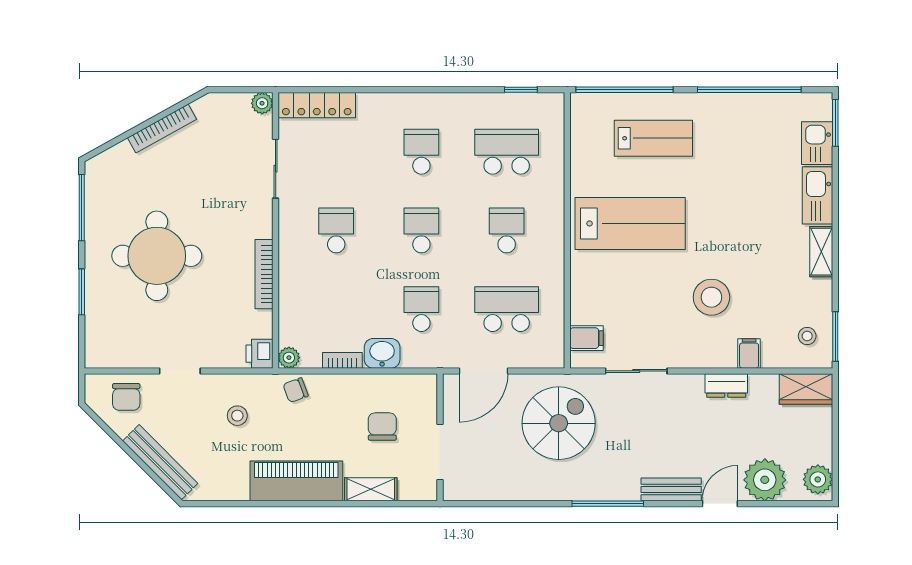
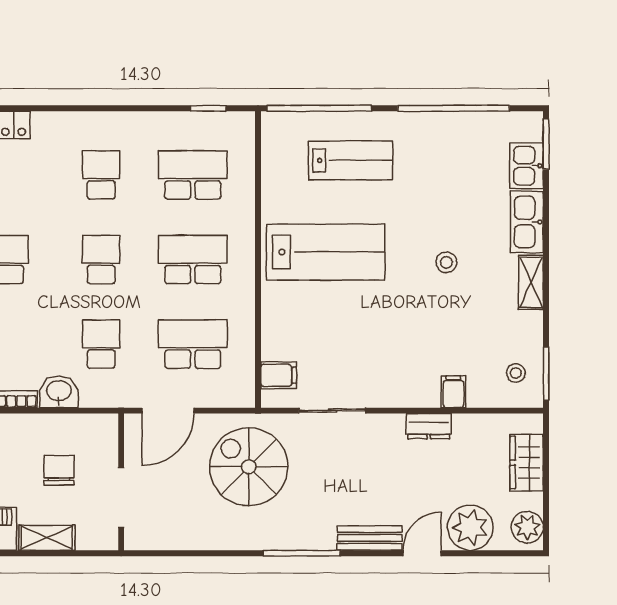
school desk: (507, 230) -> (193, 259), width x1.85
stool: (711, 297) -> (446, 262), moved, width x0.53, depth x0.53
wardrobe: (806, 389) -> (527, 463), moved, turned 90
spiral stairs: (559, 423) -> (249, 467), turned -90

